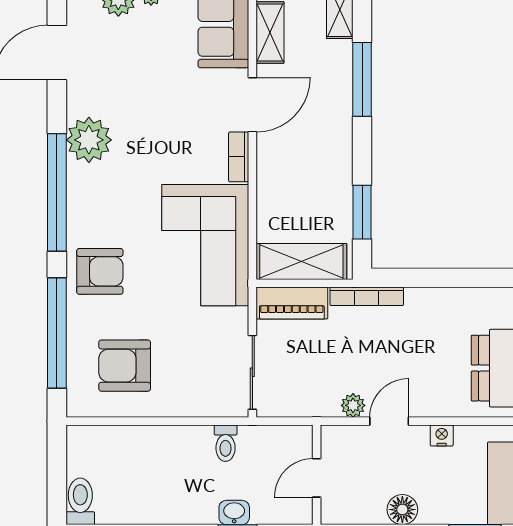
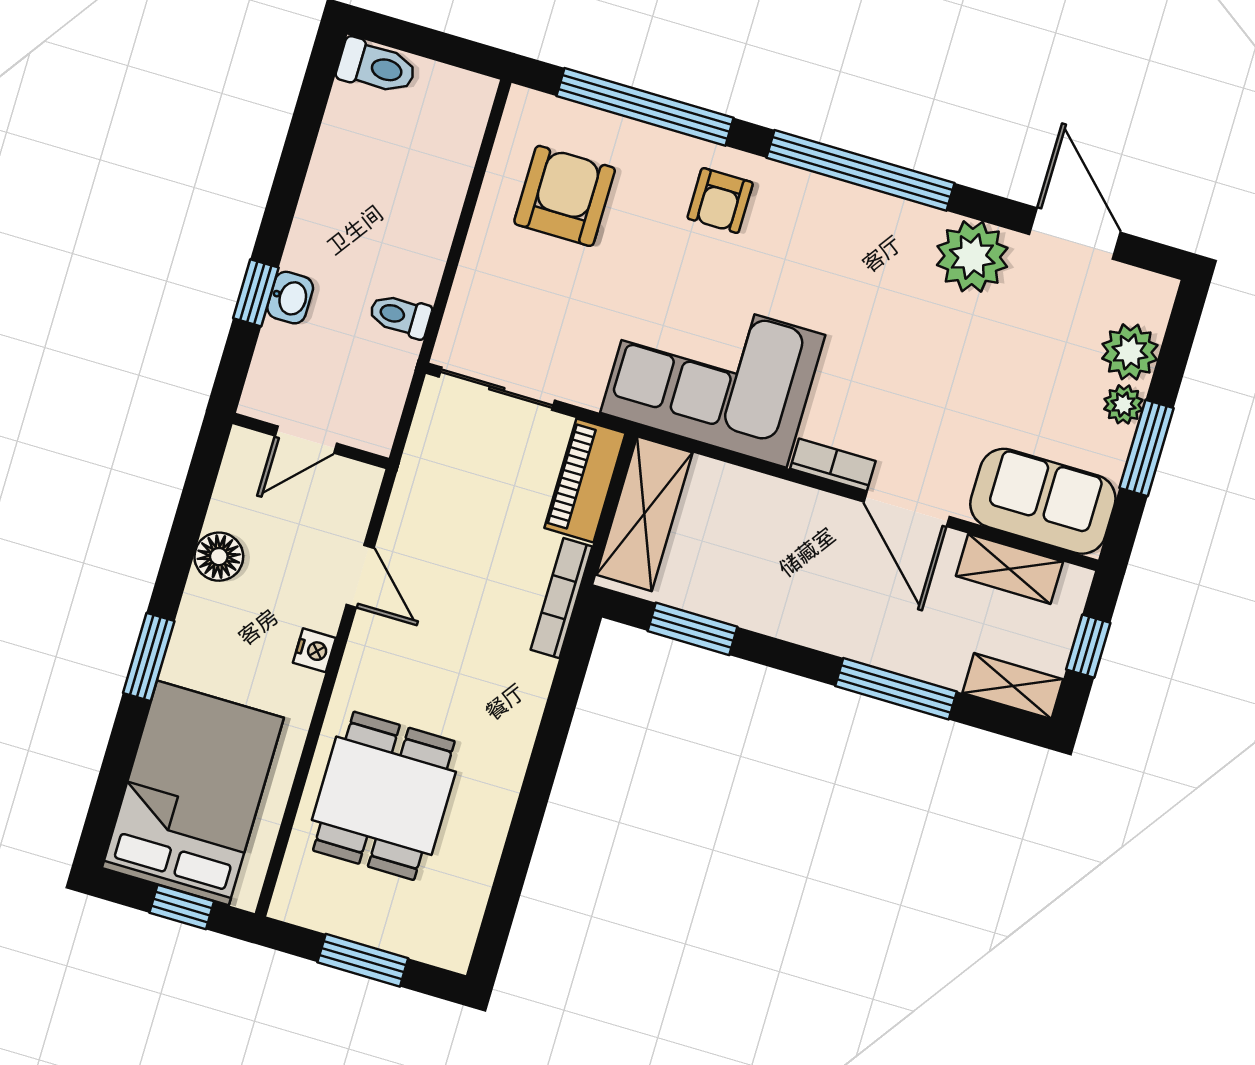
plant: (89, 140) -> (972, 257), moved
armchair: (100, 271) -> (720, 201), width x0.72, depth x0.72
plant: (353, 405) -> (400, 528), removed
door: (317, 478) -> (306, 440), swing flipped

